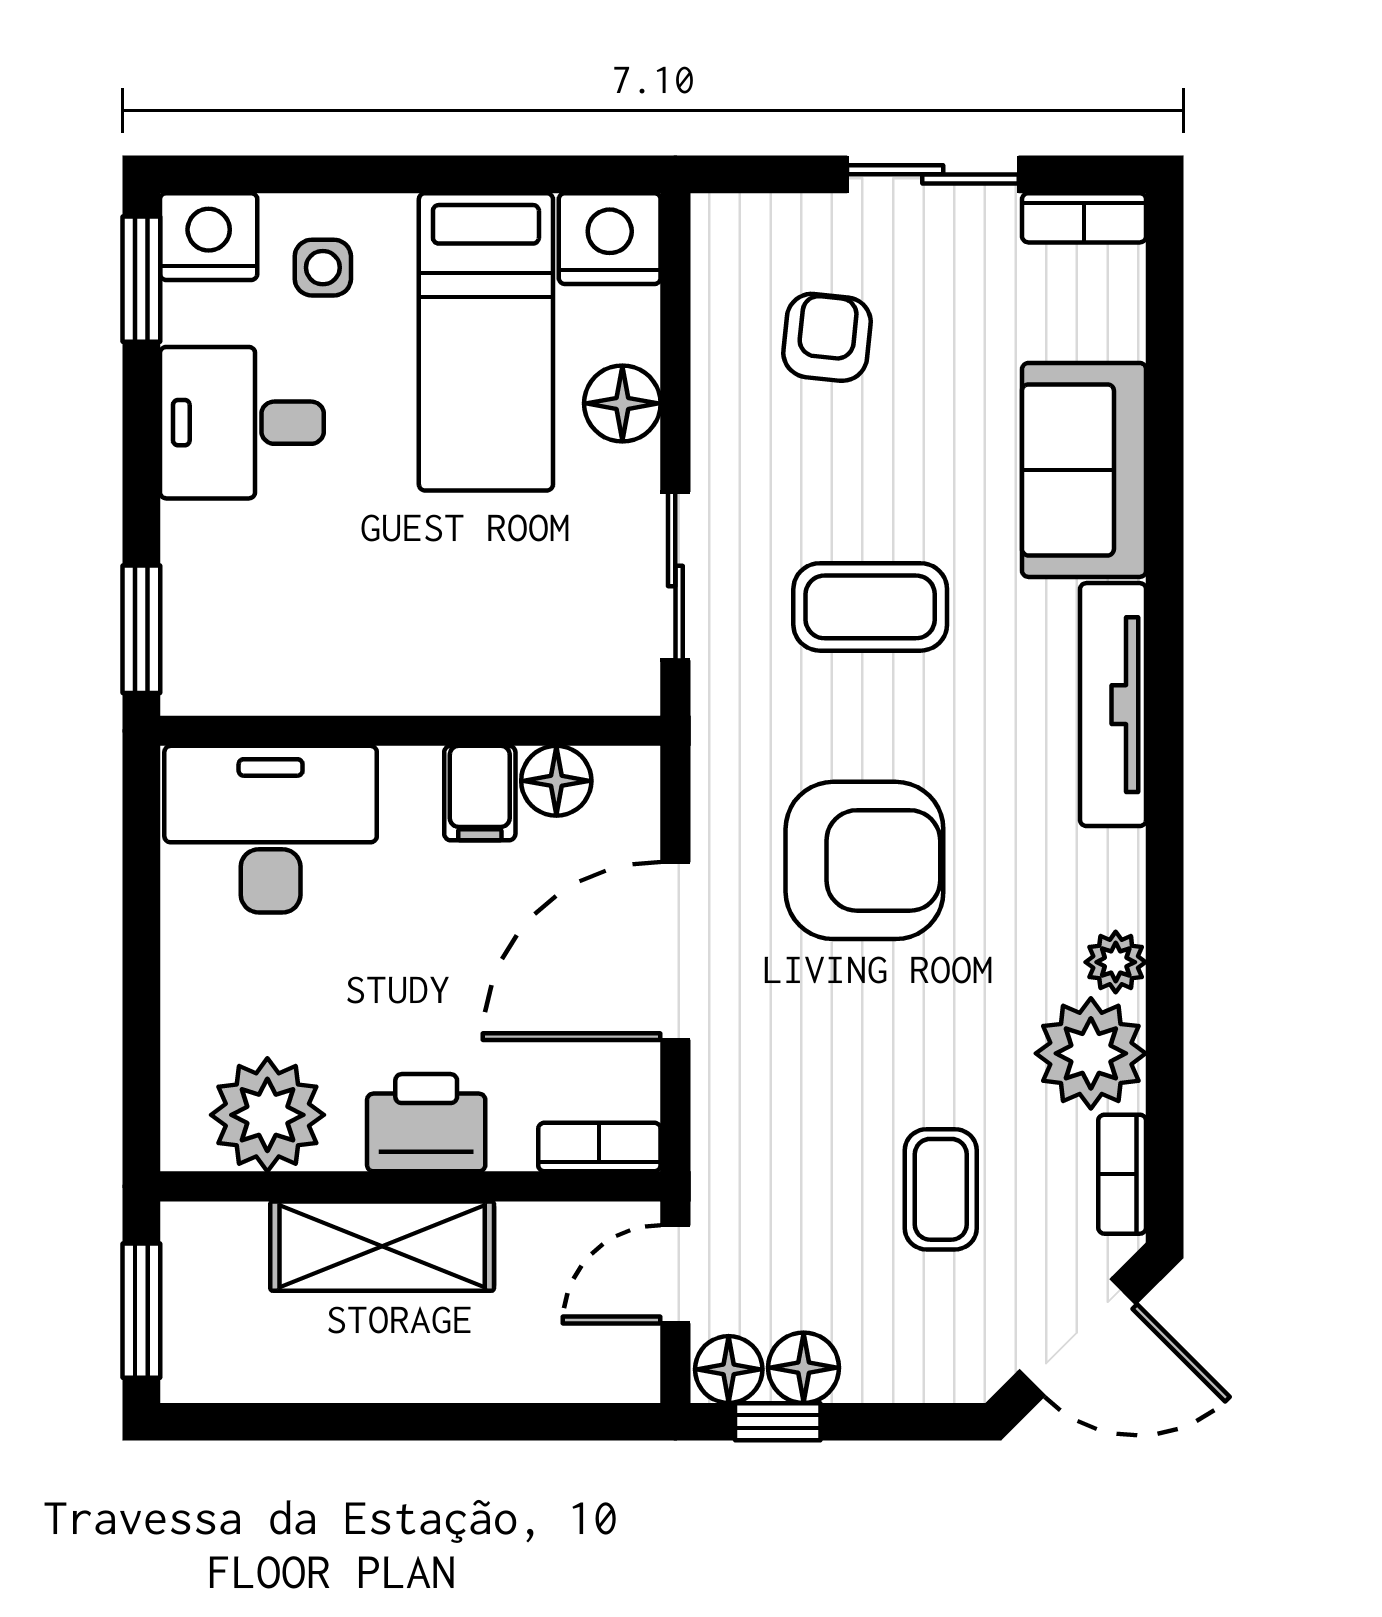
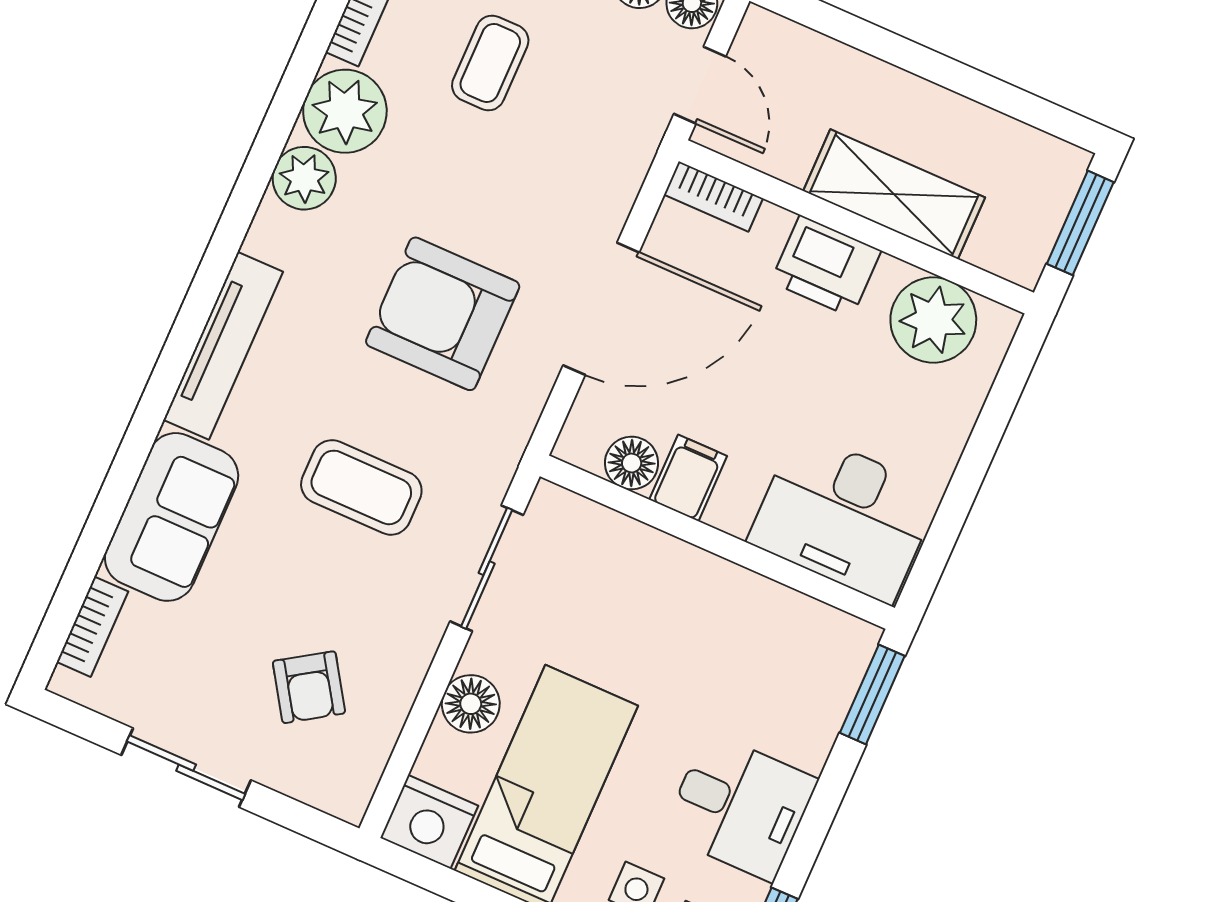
bookcase: (1084, 218) -> (92, 627), moved, turned 90
armchair: (827, 337) -> (309, 687), turned -39
plant: (1116, 962) -> (304, 178), width x1.38, depth x1.38
door: (675, 1274) -> (700, 85), hinge flipped

